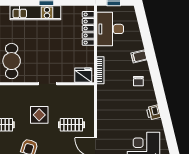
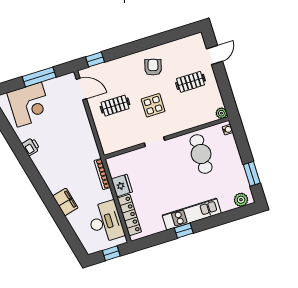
filing cabinet: (139, 56) -> (65, 202), width x2.00
fridge: (83, 75) -> (122, 185), moved, turned -90
chair: (138, 81) -> (58, 175), removed

